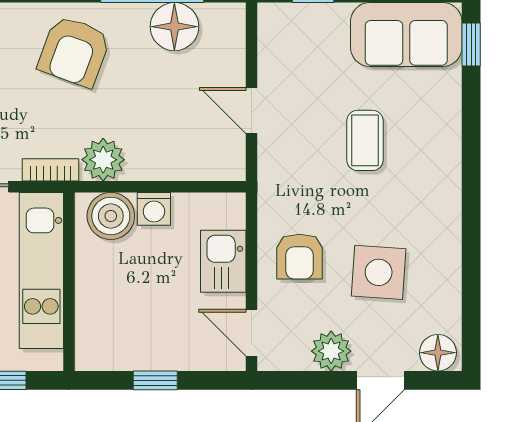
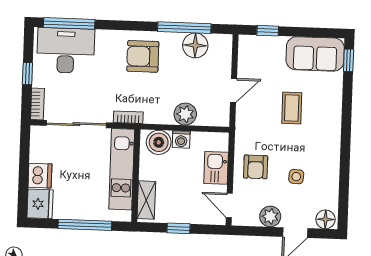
armchair: (74, 51) -> (143, 56), turned 70
door: (251, 111) -> (233, 90), swing flipped
plant: (103, 160) -> (185, 114), moved
side table: (379, 272) -> (296, 177), width x0.54, depth x0.54
shelving: (91, 328) -> (146, 200), added

